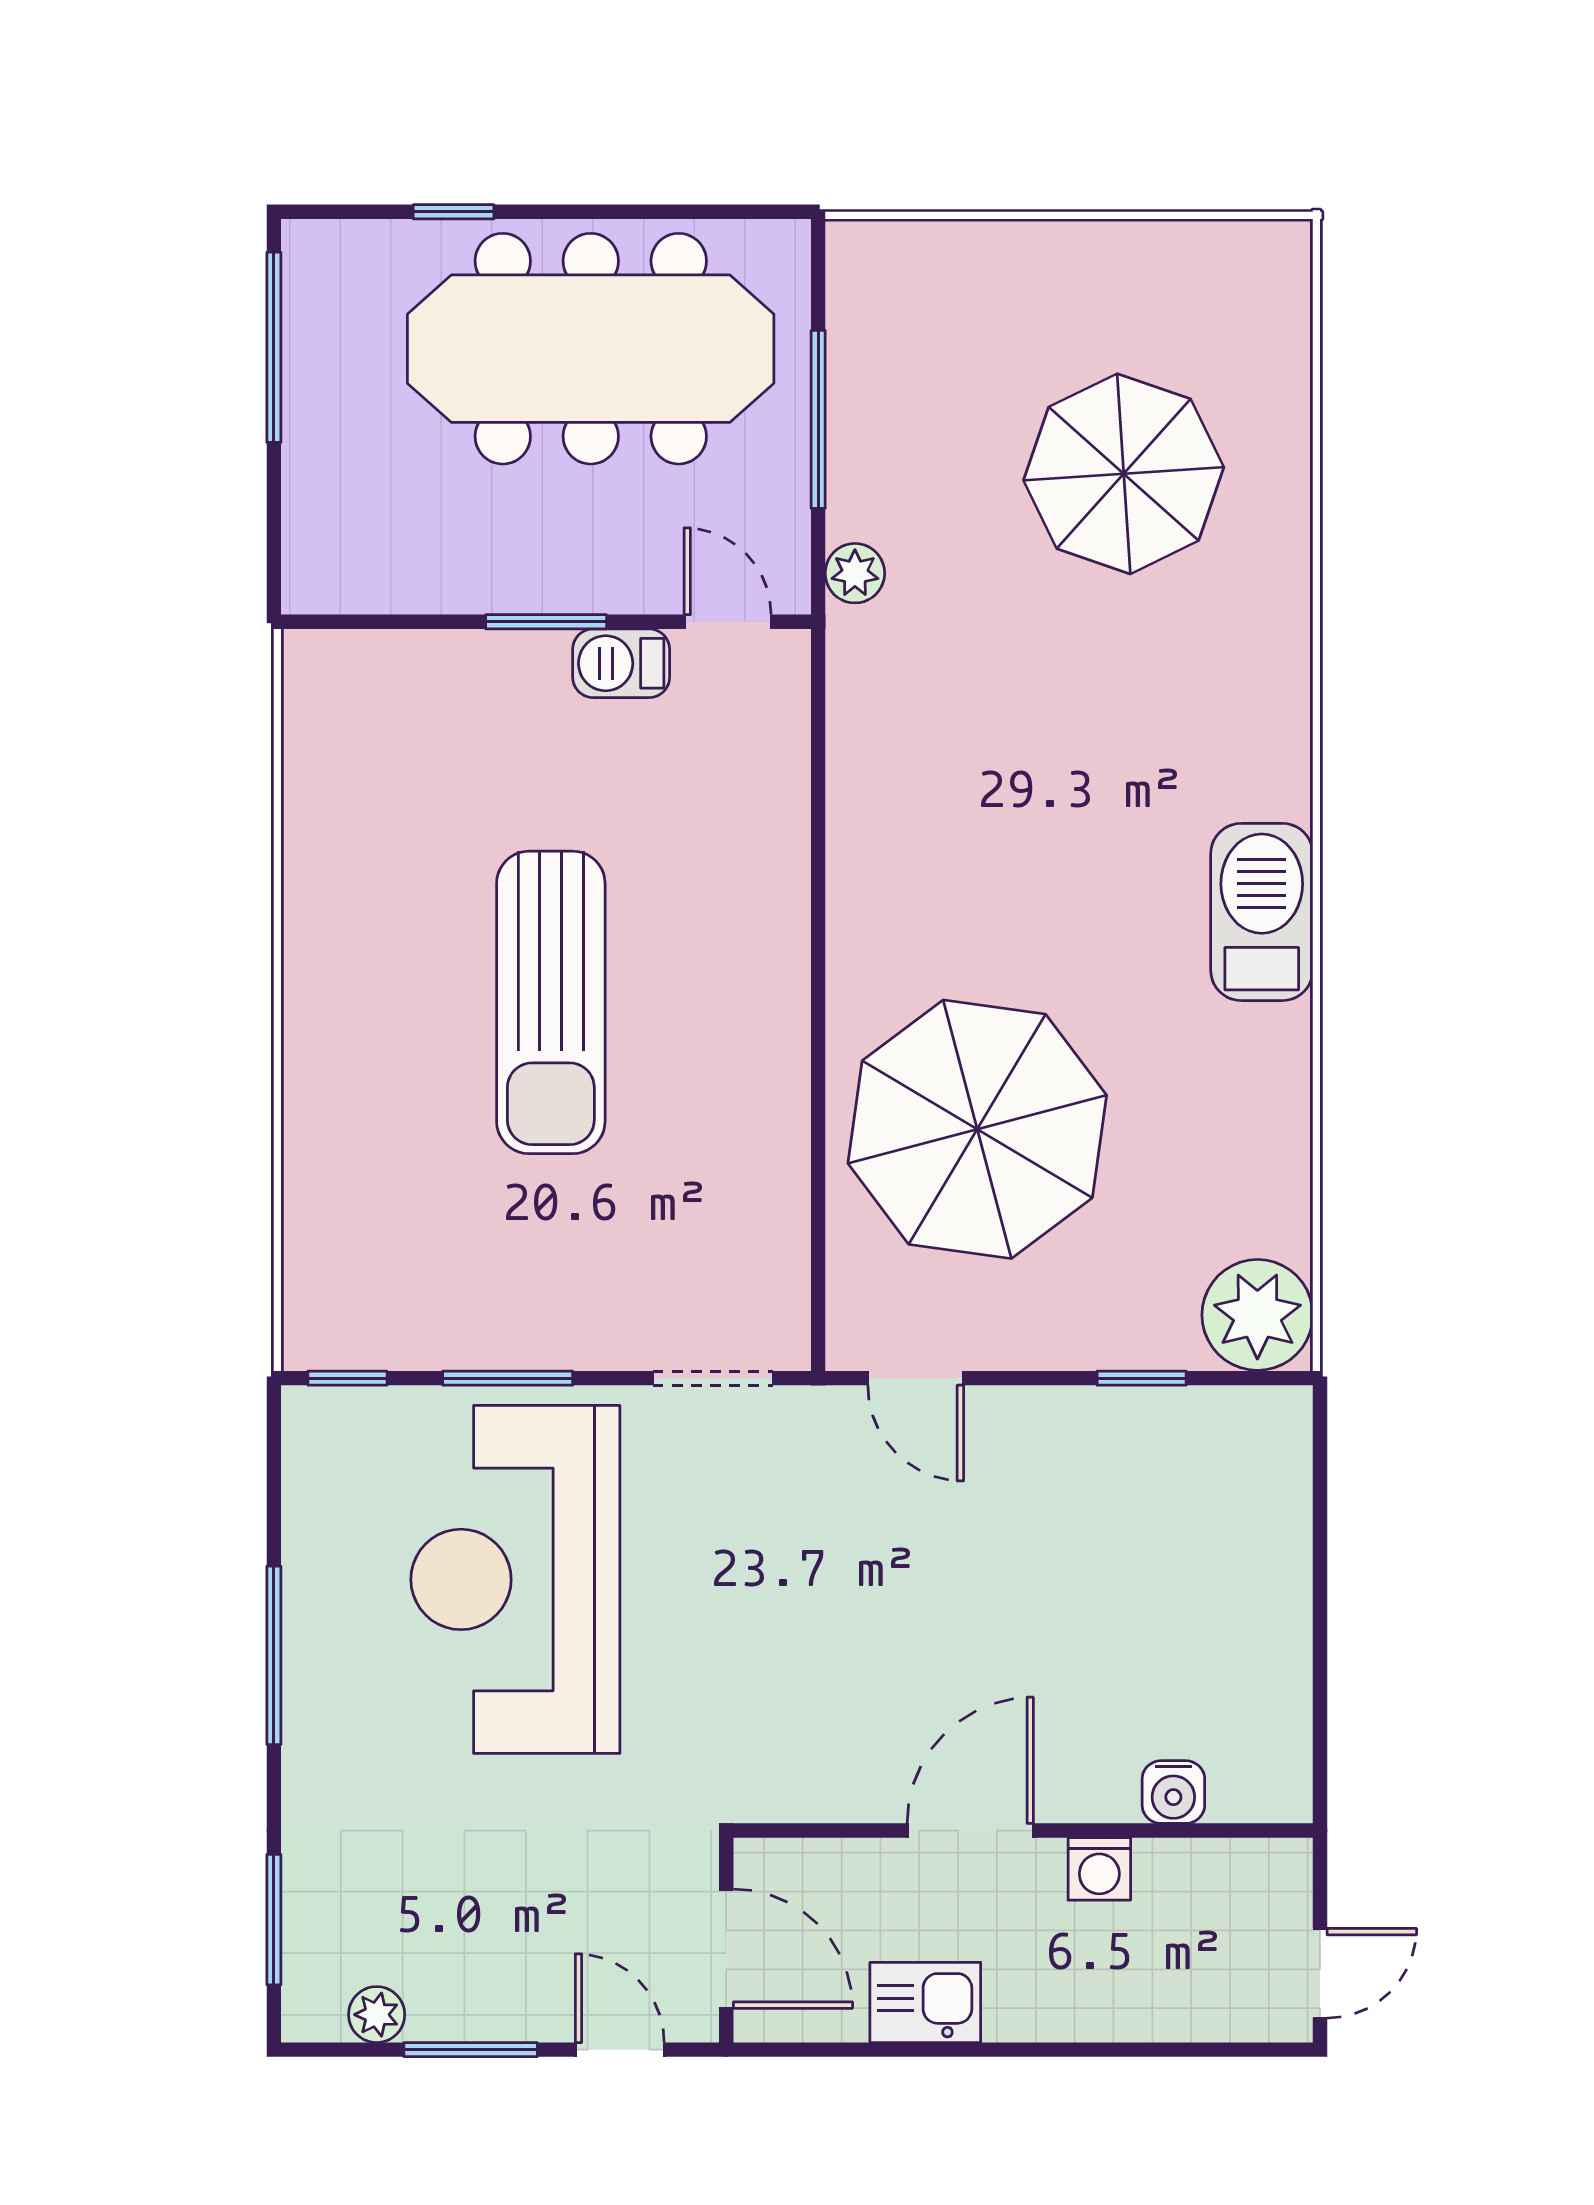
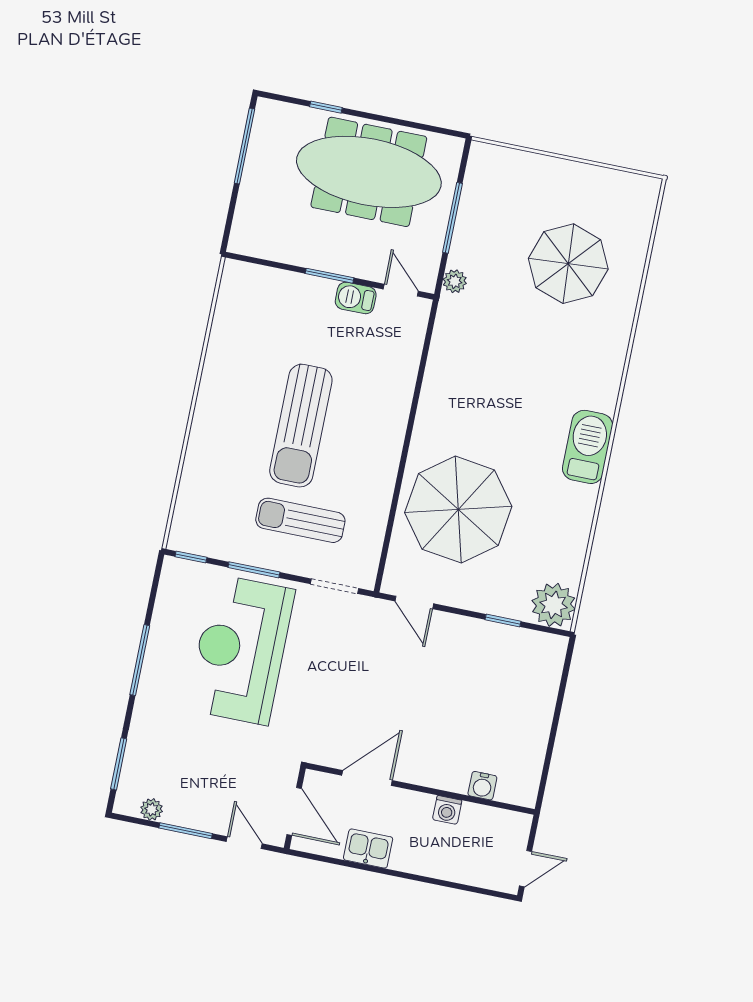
sun lounger: (597, 1234) -> (300, 520), added
door: (970, 1831) -> (367, 778), moved

